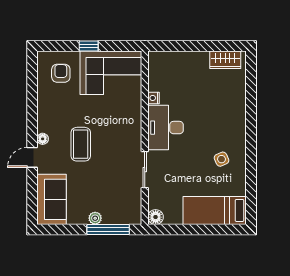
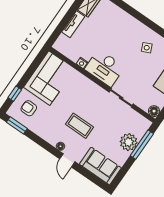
window: (89, 46) -> (15, 94), moved
tv unit: (191, 58) -> (73, 24), added
window: (32, 73) -> (17, 125), added
plant: (95, 218) -> (129, 142), width x1.88, depth x1.88

